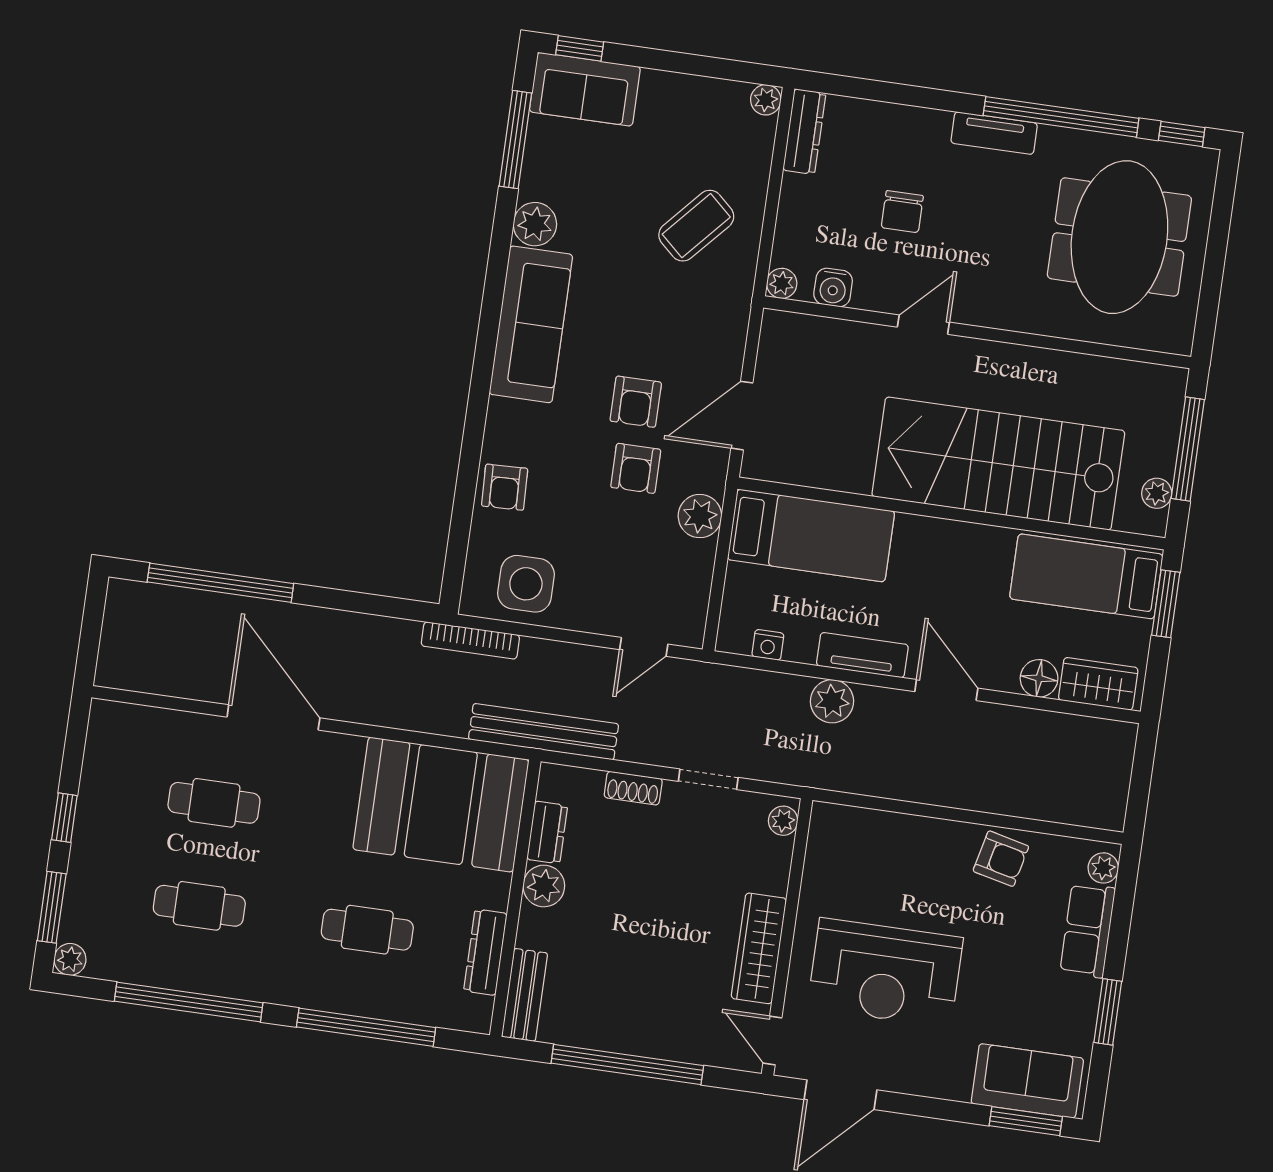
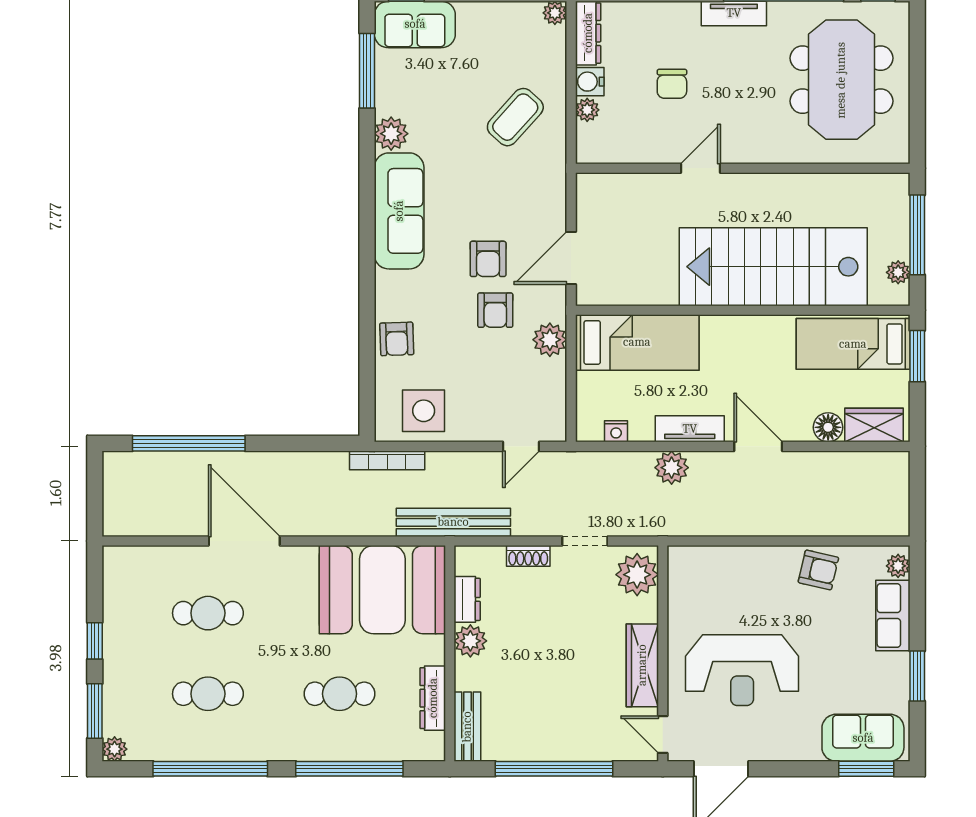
plant: (782, 283) -> (587, 110), moved
water cooler: (833, 287) -> (590, 82), moved, turned 90
plant: (783, 821) -> (637, 575), width x1.87, depth x1.87

